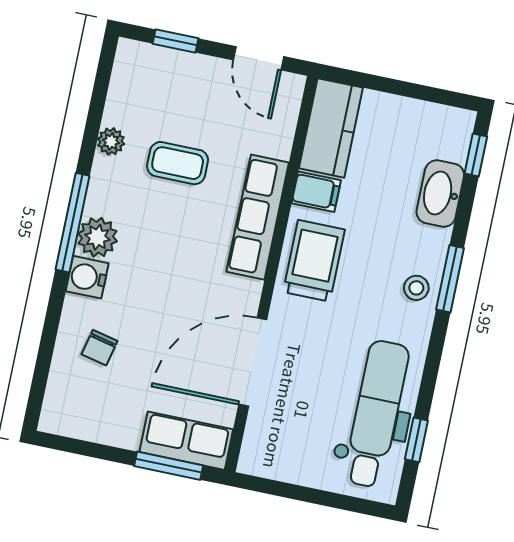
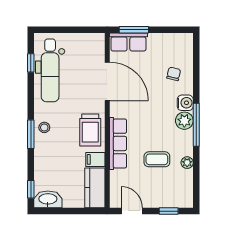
washbasin: (440, 194) -> (48, 199), moved, turned -90
door: (253, 362) -> (107, 81), hinge flipped

